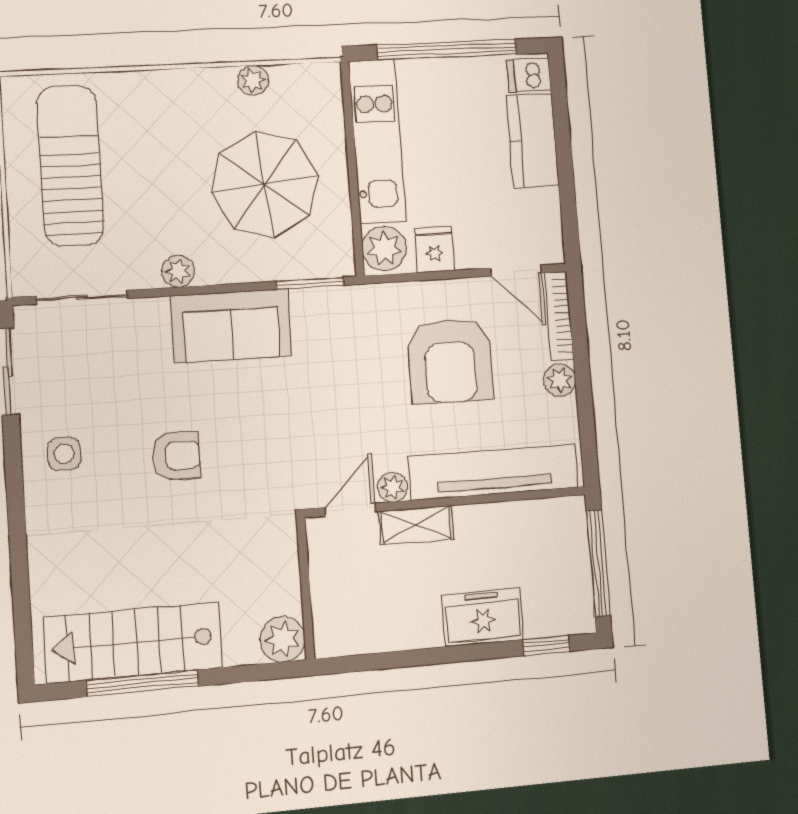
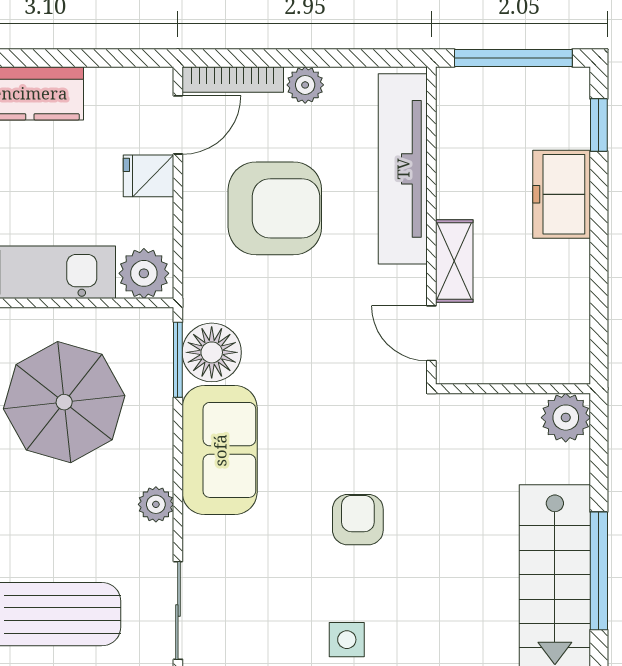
fridge: (434, 250) -> (149, 176), moved
floor lamp: (319, 313) -> (212, 352), added
plant: (393, 487) -> (411, 284), removed

